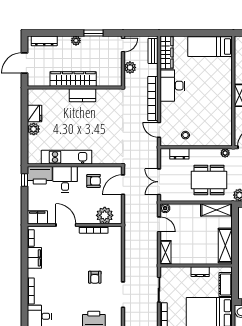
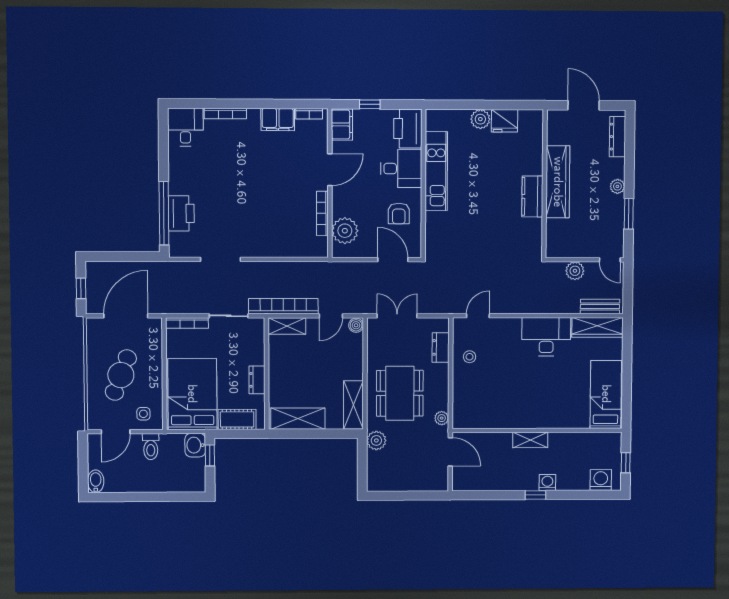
bookcase: (153, 99) -> (283, 306), moved
window: (24, 180) -> (370, 104), moved
armchair: (95, 277) -> (248, 215), removed

